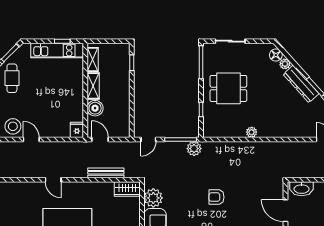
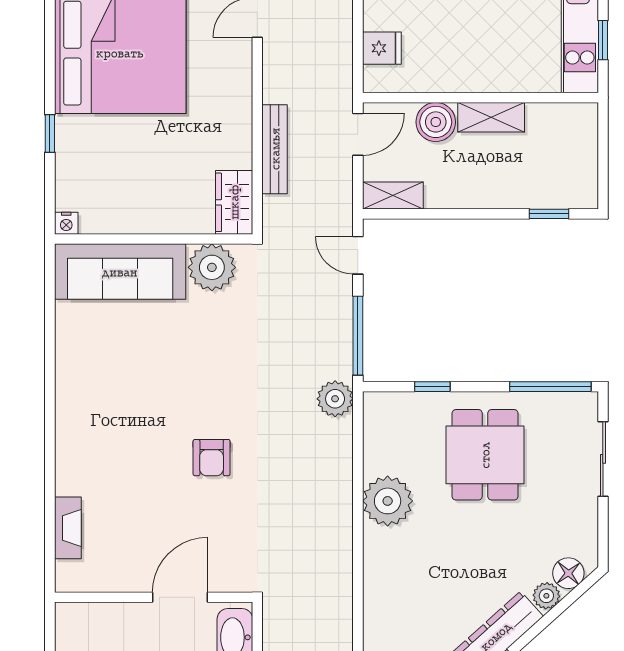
shelving: (93, 60) -> (393, 196), moved
fridge: (77, 130) -> (382, 48), moved
plant: (252, 132) -> (388, 501), width x1.87, depth x1.87
plant: (194, 149) -> (335, 399), moved
armchair: (216, 197) -> (212, 458), moved, turned 180

